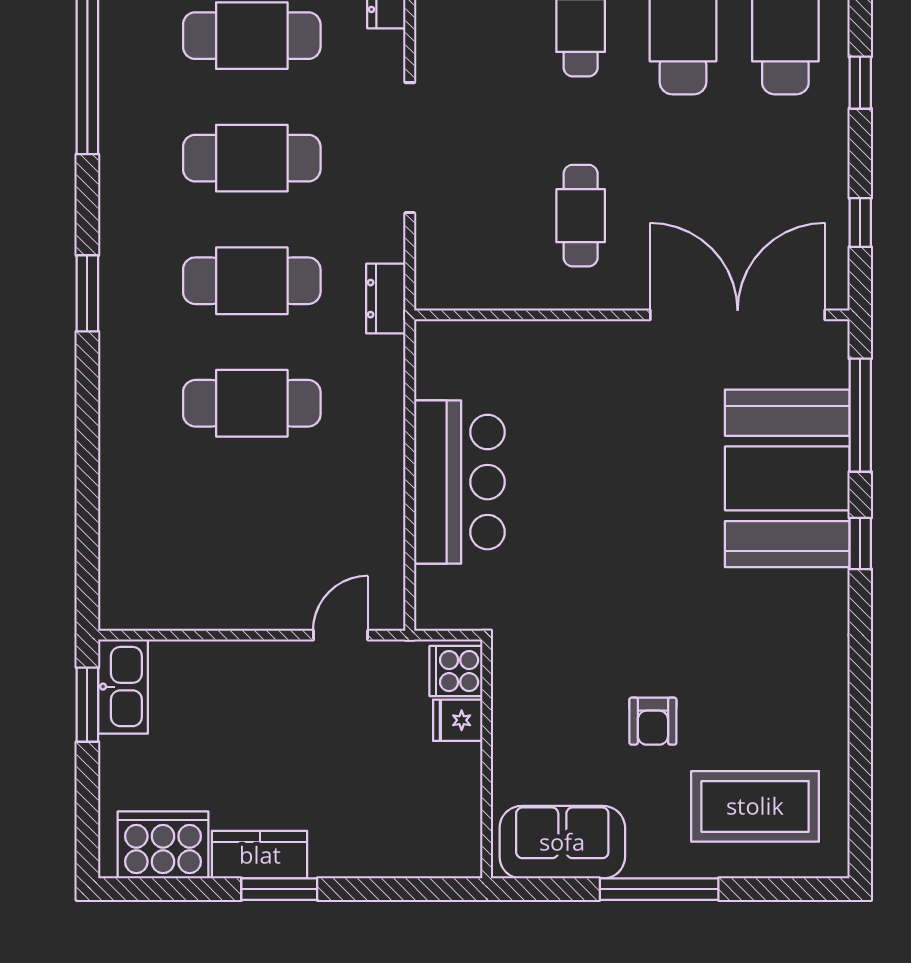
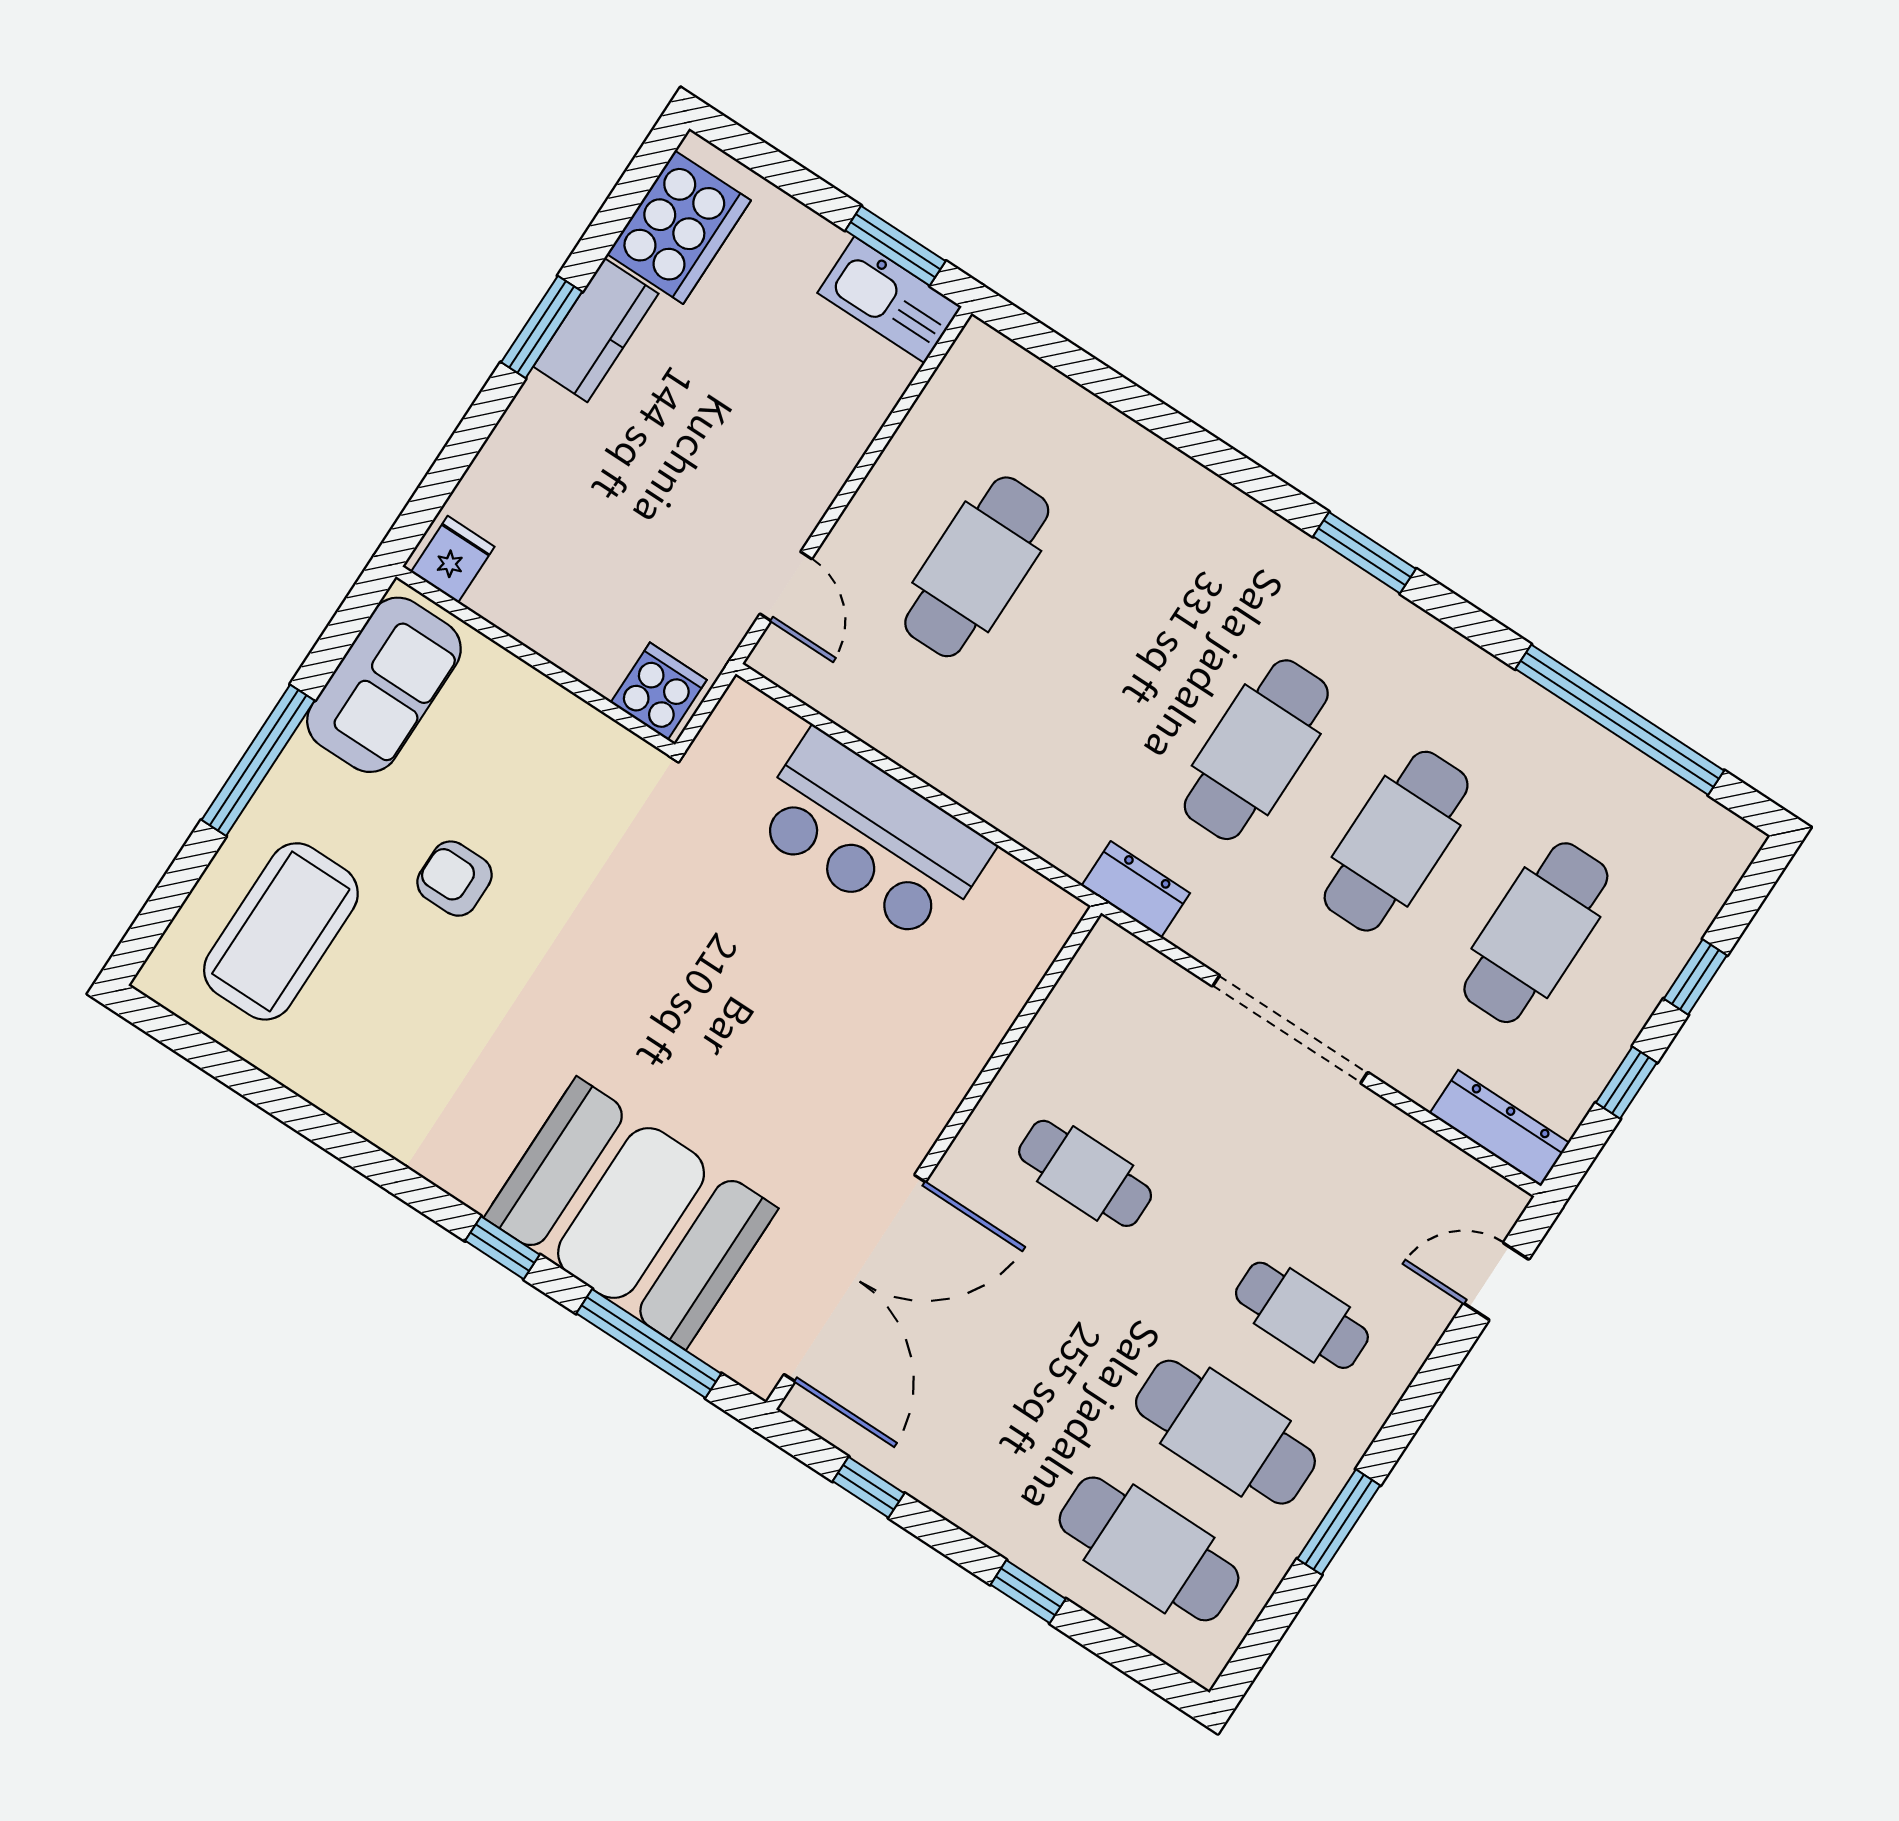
cafe table: (252, 403) -> (977, 567), moved
fridge: (458, 720) -> (453, 559), moved

